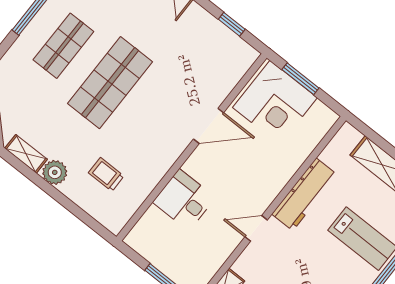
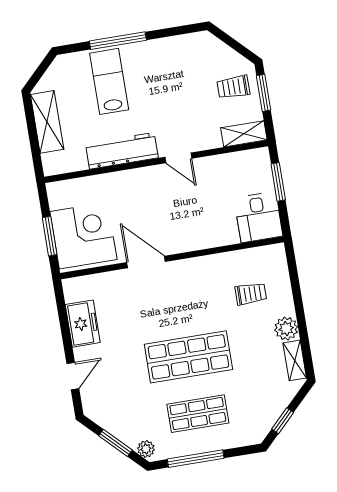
window: (232, 24) -> (63, 320), removed
freezer: (214, 35) -> (83, 324), added
trolley: (106, 174) -> (251, 294), turned -90
desk: (184, 200) -> (258, 217), moved

